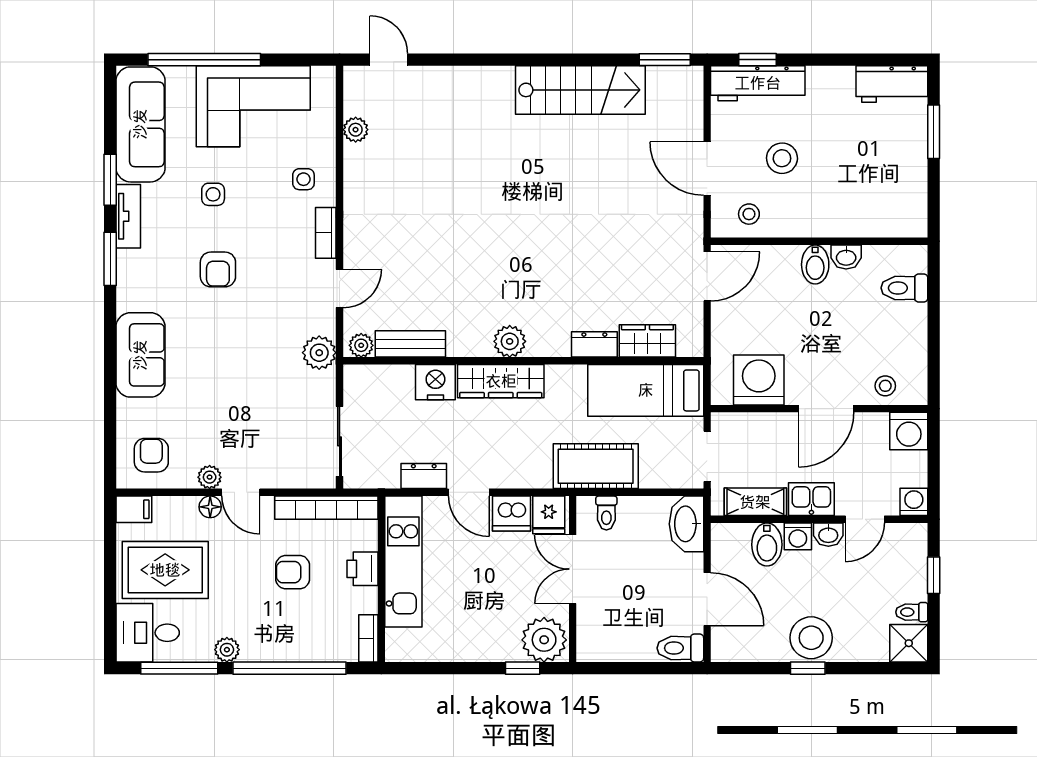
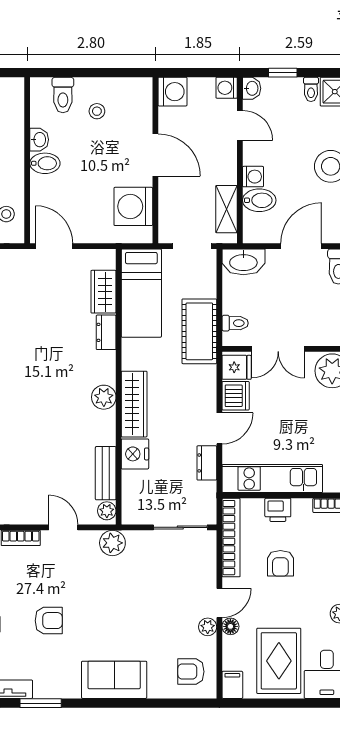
stool: (885, 386) -> (97, 111), moved
kitchen sink: (811, 499) -> (225, 166), removed
washbasin: (828, 535) -> (252, 88), moved

